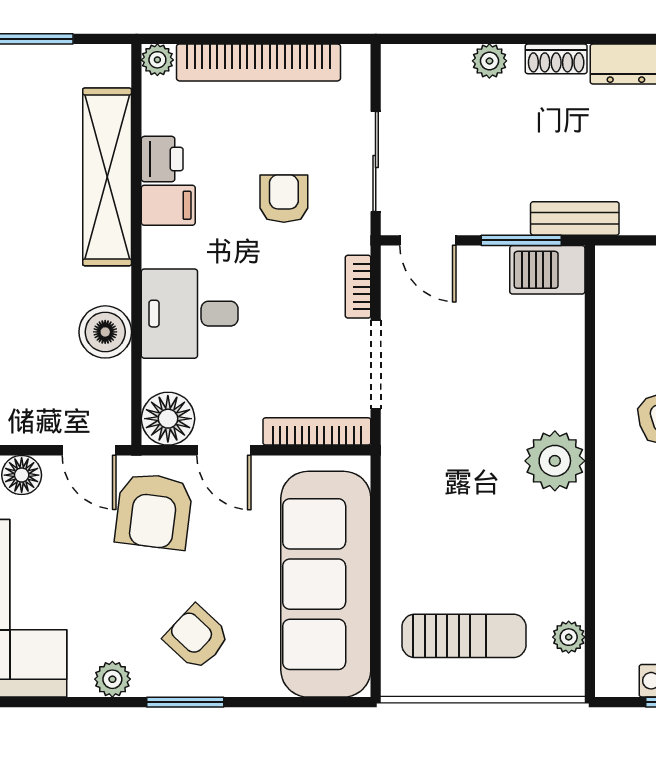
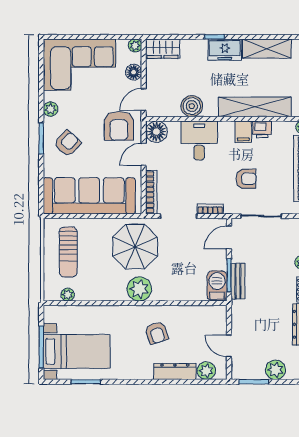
bench: (575, 218) -> (238, 281), moved
parasol: (451, 471) -> (135, 247), added
armchair: (154, 511) -> (119, 126), turned -97

